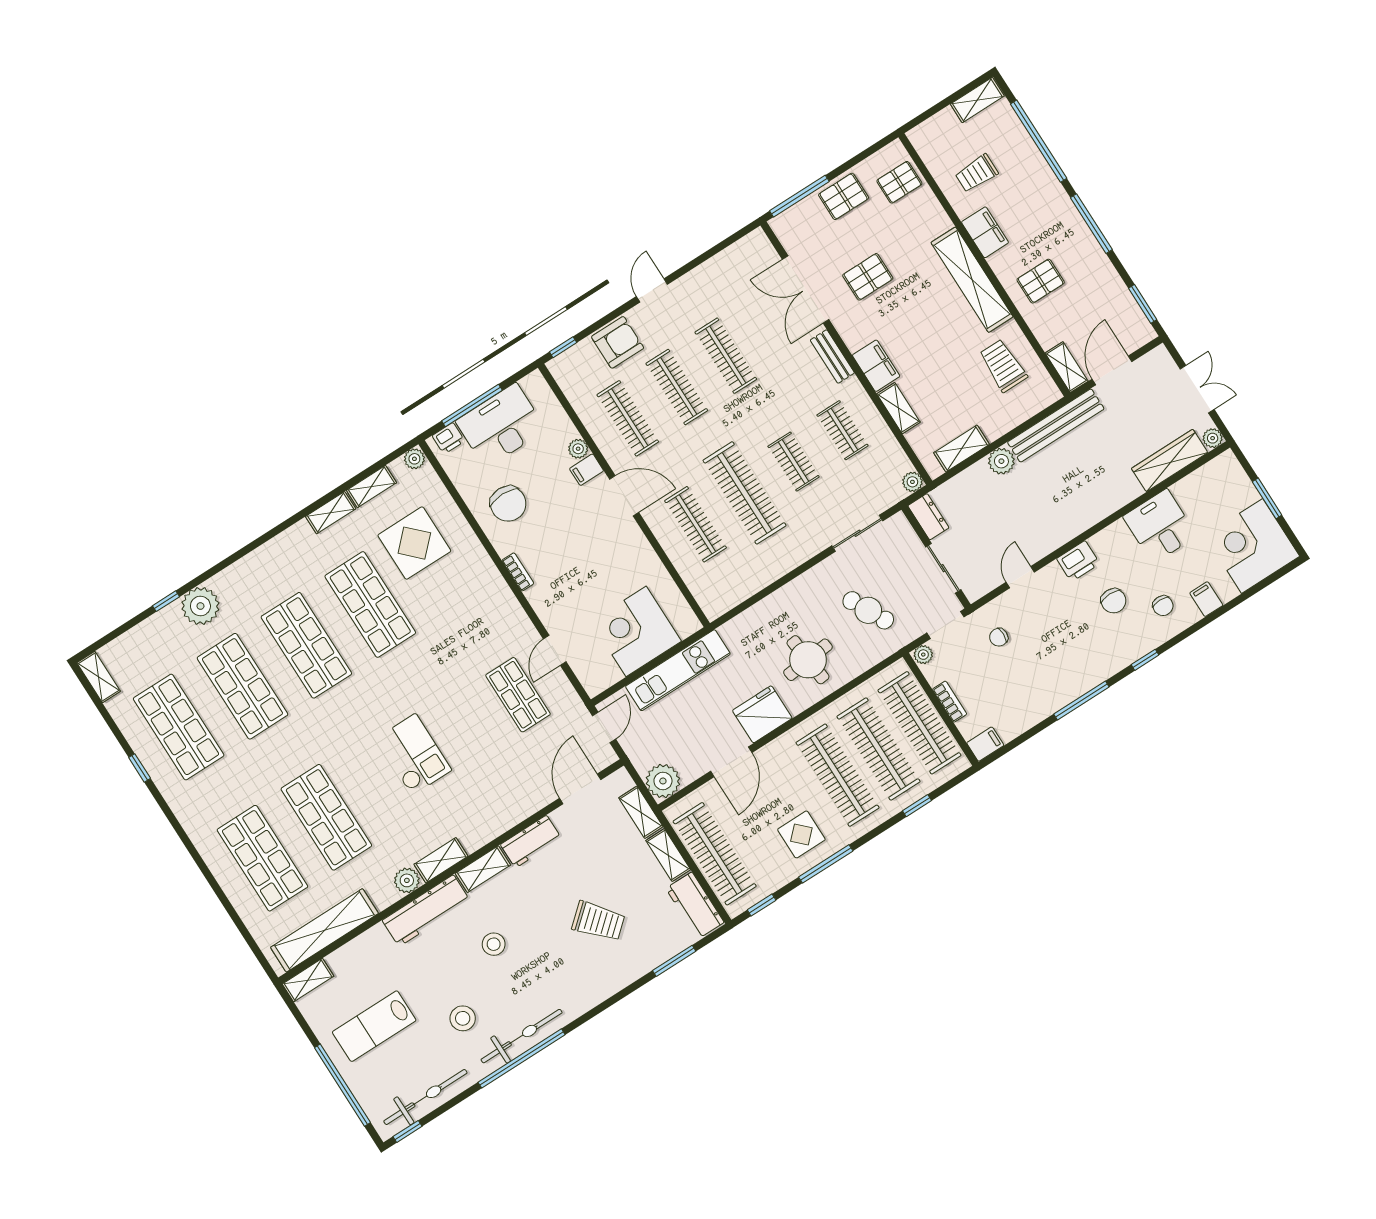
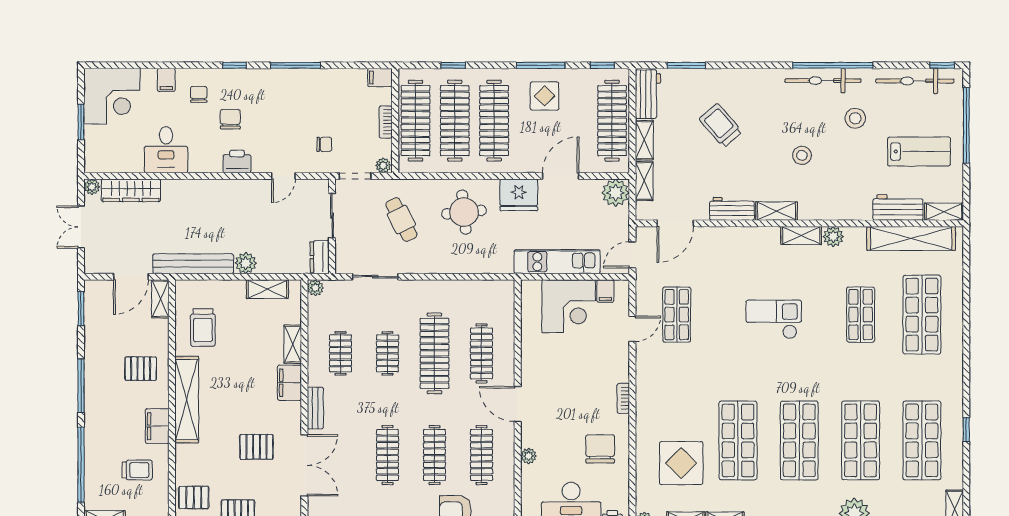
filing cabinet: (587, 470) -> (605, 291), moved, turned 90
checkout: (414, 754) -> (774, 319), turned 90
shop shelf: (326, 817) -> (861, 315), width x0.70, depth x0.74
workbench: (426, 911) -> (898, 208), moved, width x0.73

